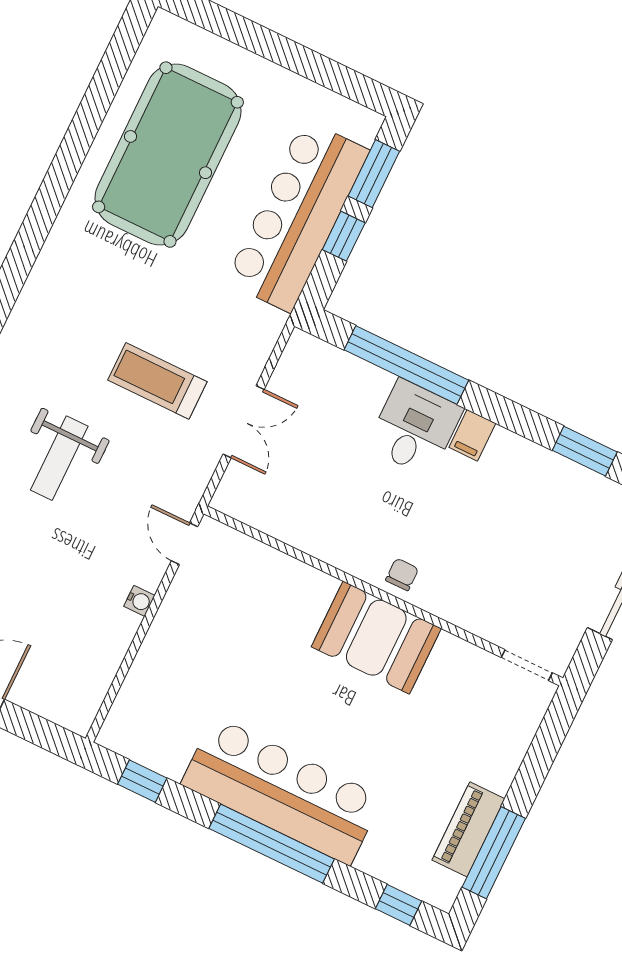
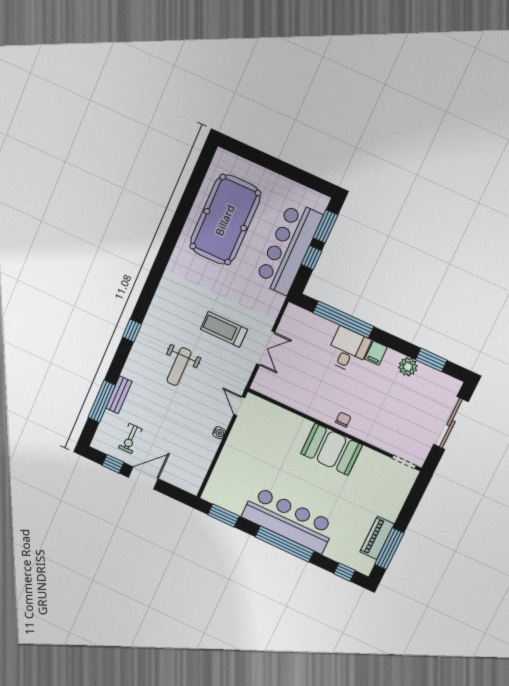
plant: (537, 465) -> (408, 367), added
window: (142, 781) -> (223, 515), width x1.50

